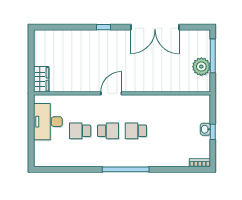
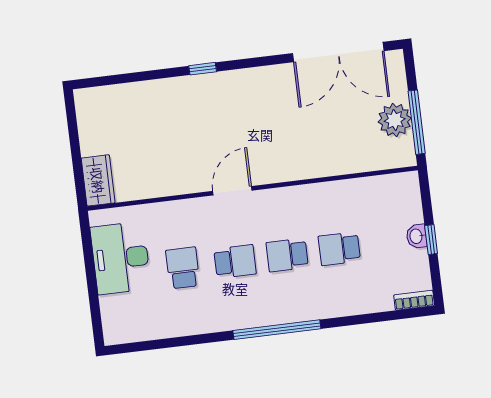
double door: (155, 27) -> (338, 52), moved
window: (213, 56) -> (417, 122), moved
school desk: (80, 131) -> (183, 268), turned 90
school desk: (164, 131) -> (339, 249), added

